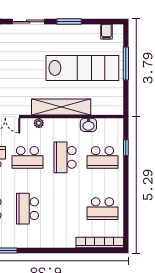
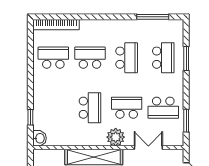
plant: (39, 123) -> (116, 137), width x1.88, depth x1.88
washbasin: (88, 125) -> (40, 138), moved, turned 90
school desk: (103, 157) -> (90, 58), moved

